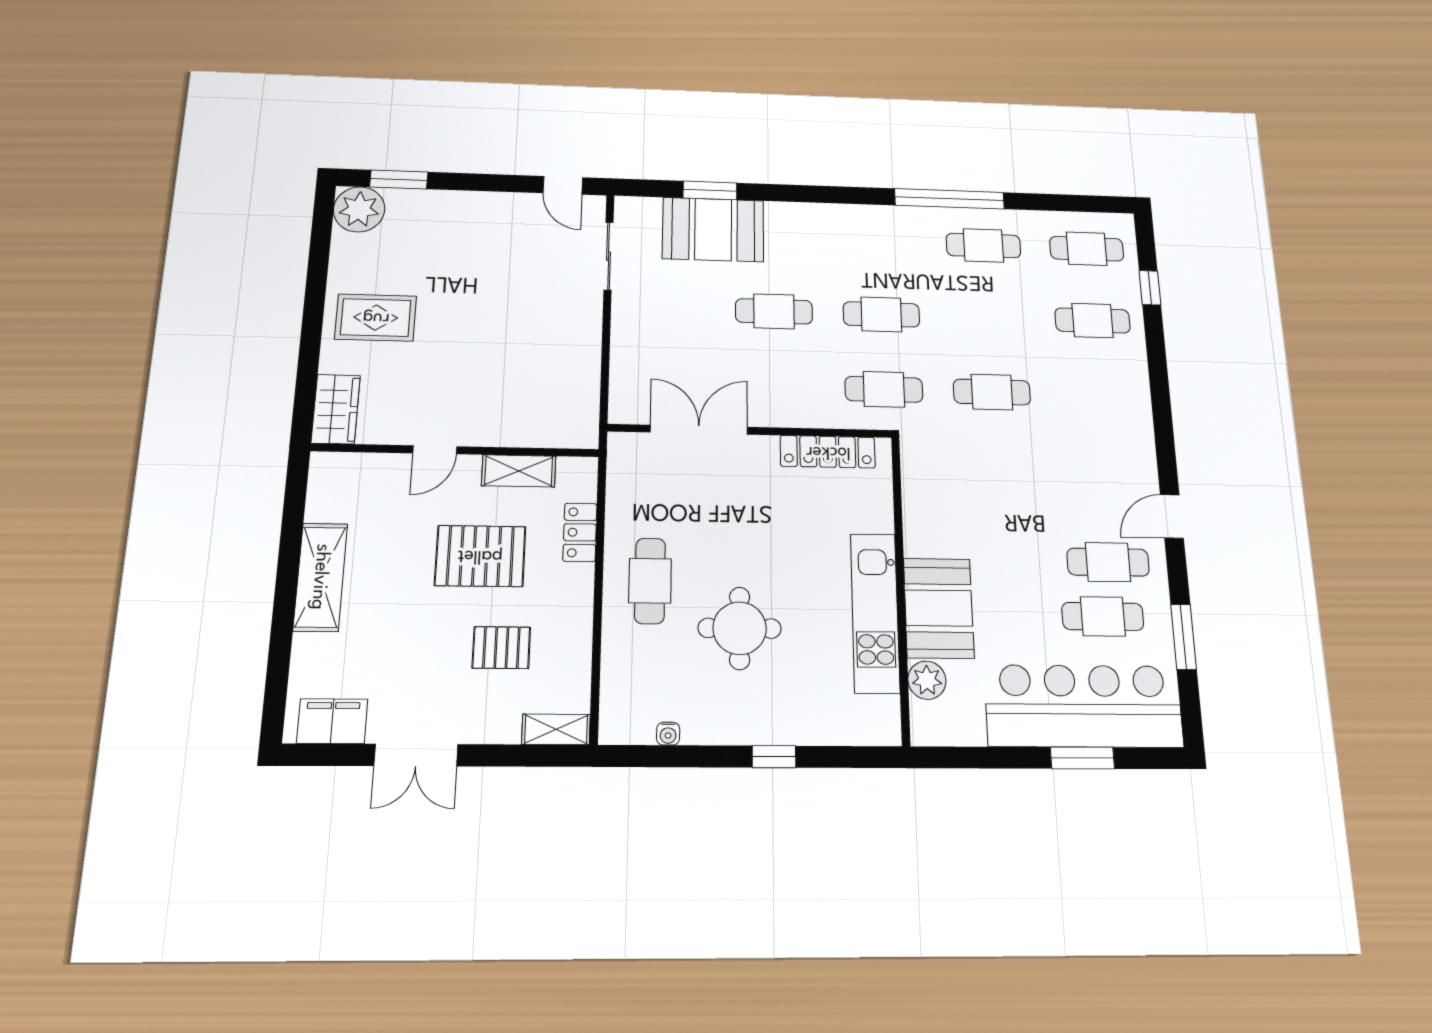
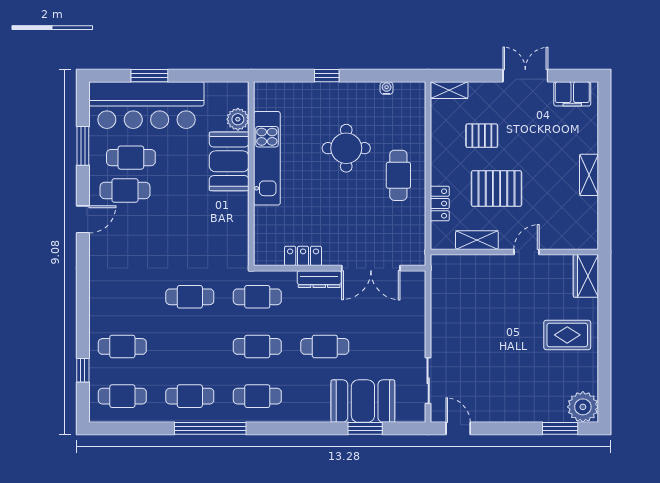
cafe table: (879, 242) -> (257, 396), added
dresser: (784, 414) -> (319, 279), added
locker: (828, 452) -> (303, 256), width x0.66
shelving: (320, 577) -> (589, 175), width x0.67, depth x0.75

